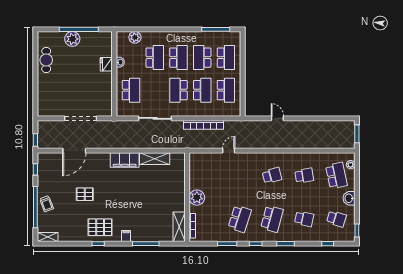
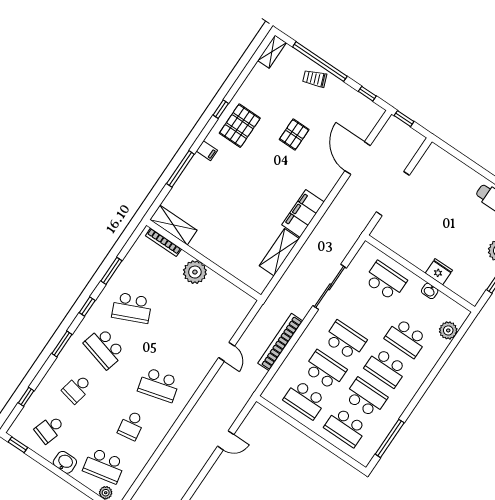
school desk: (131, 90) -> (385, 281), turned 180
school desk: (202, 90) -> (325, 370), turned 180
school desk: (272, 176) -> (159, 385), width x1.85
school desk: (240, 219) -> (132, 308), turned -42

